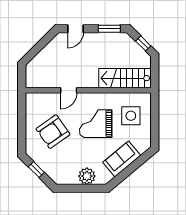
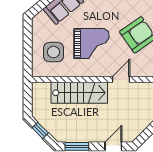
stairs: (125, 78) -> (79, 93), moved

